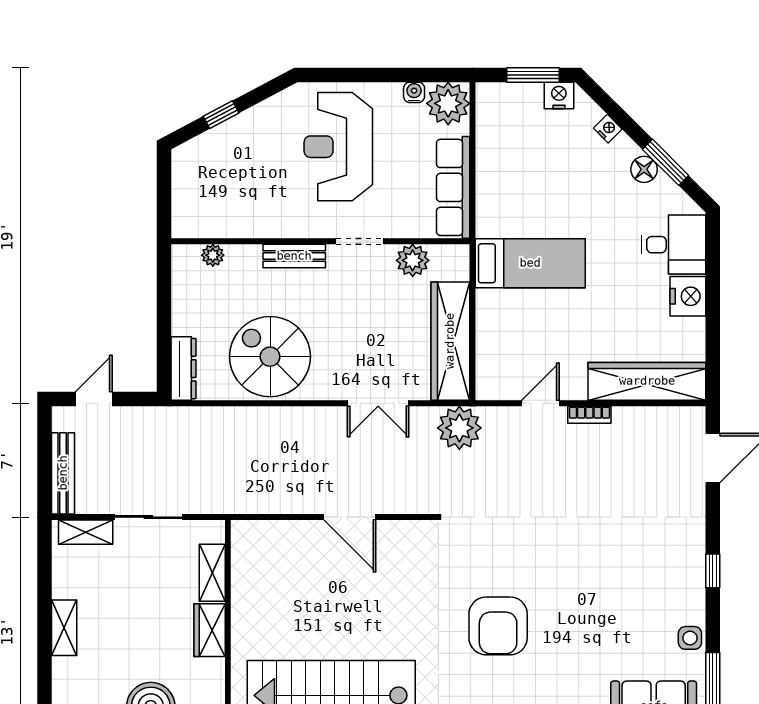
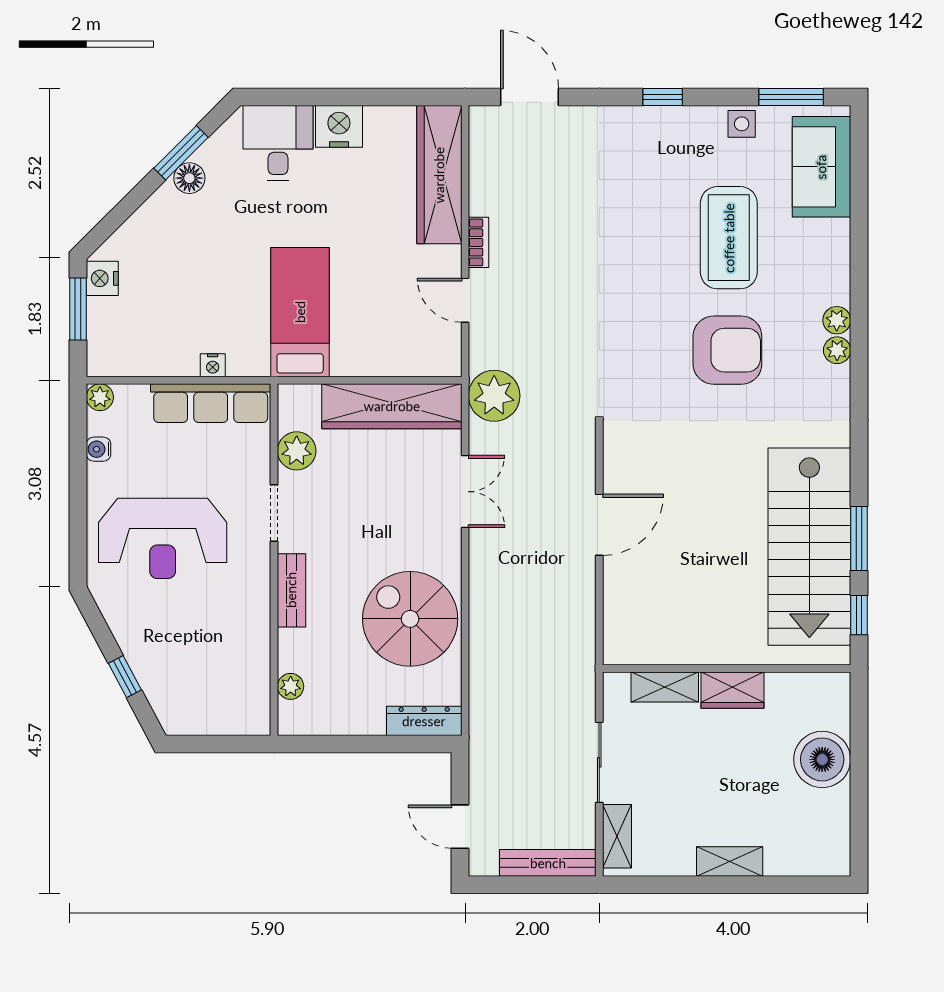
plant: (448, 103) -> (100, 397), width x0.53, depth x0.53
nightstand: (608, 129) -> (213, 365), moved, turned -135
spiral stairs: (270, 357) -> (410, 619), turned 90
coffee table: (593, 627) -> (729, 238), added

